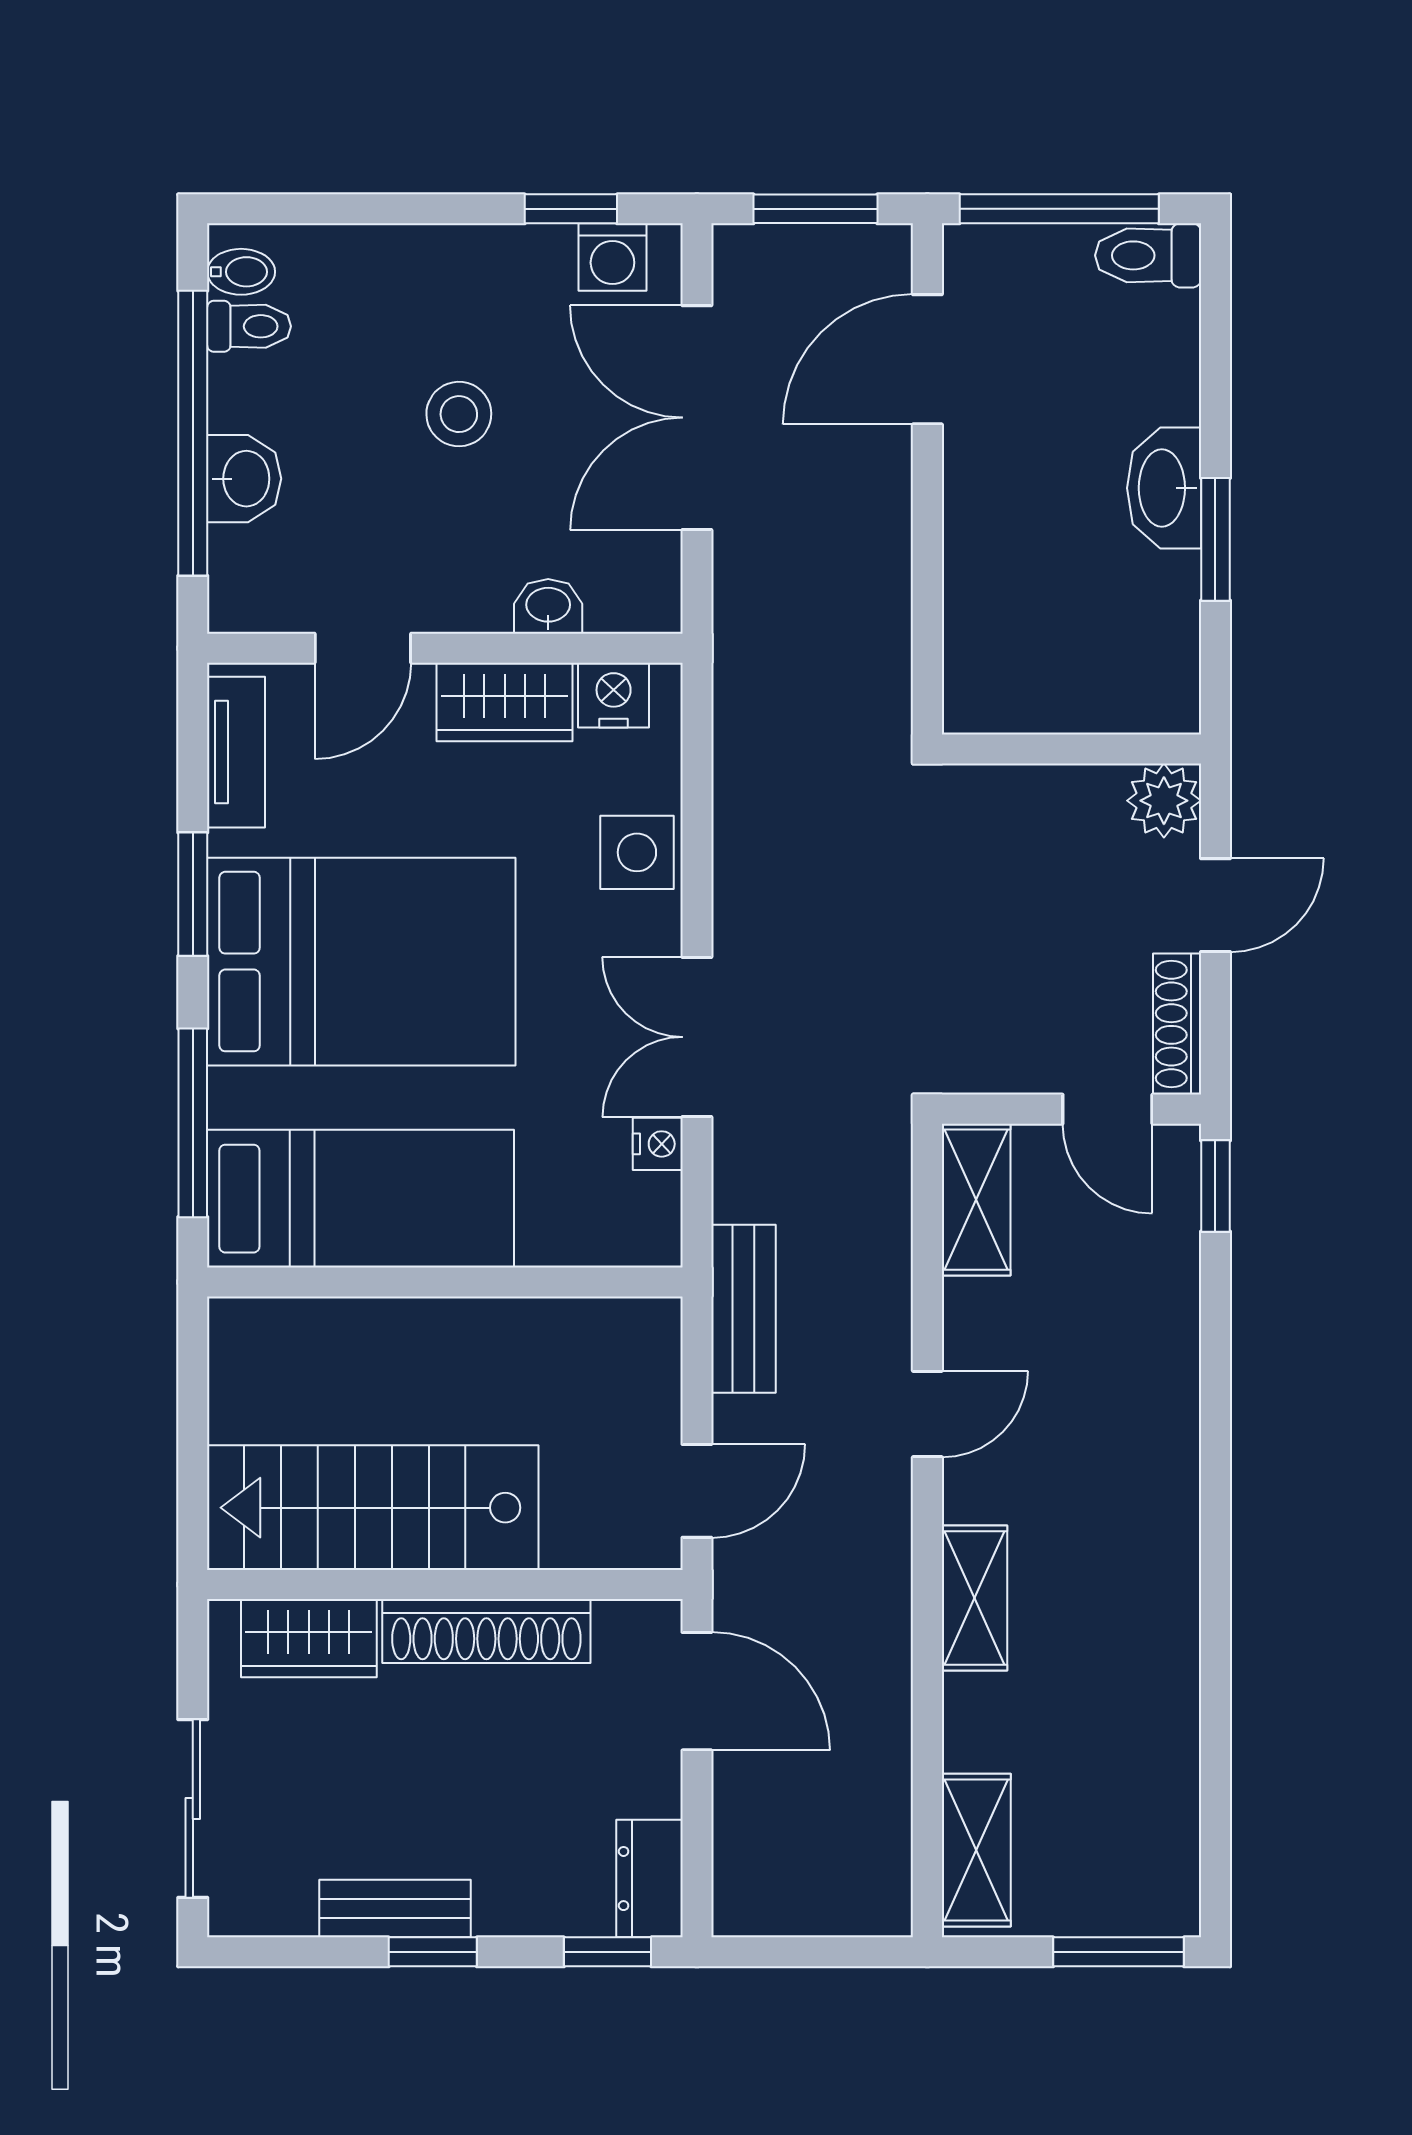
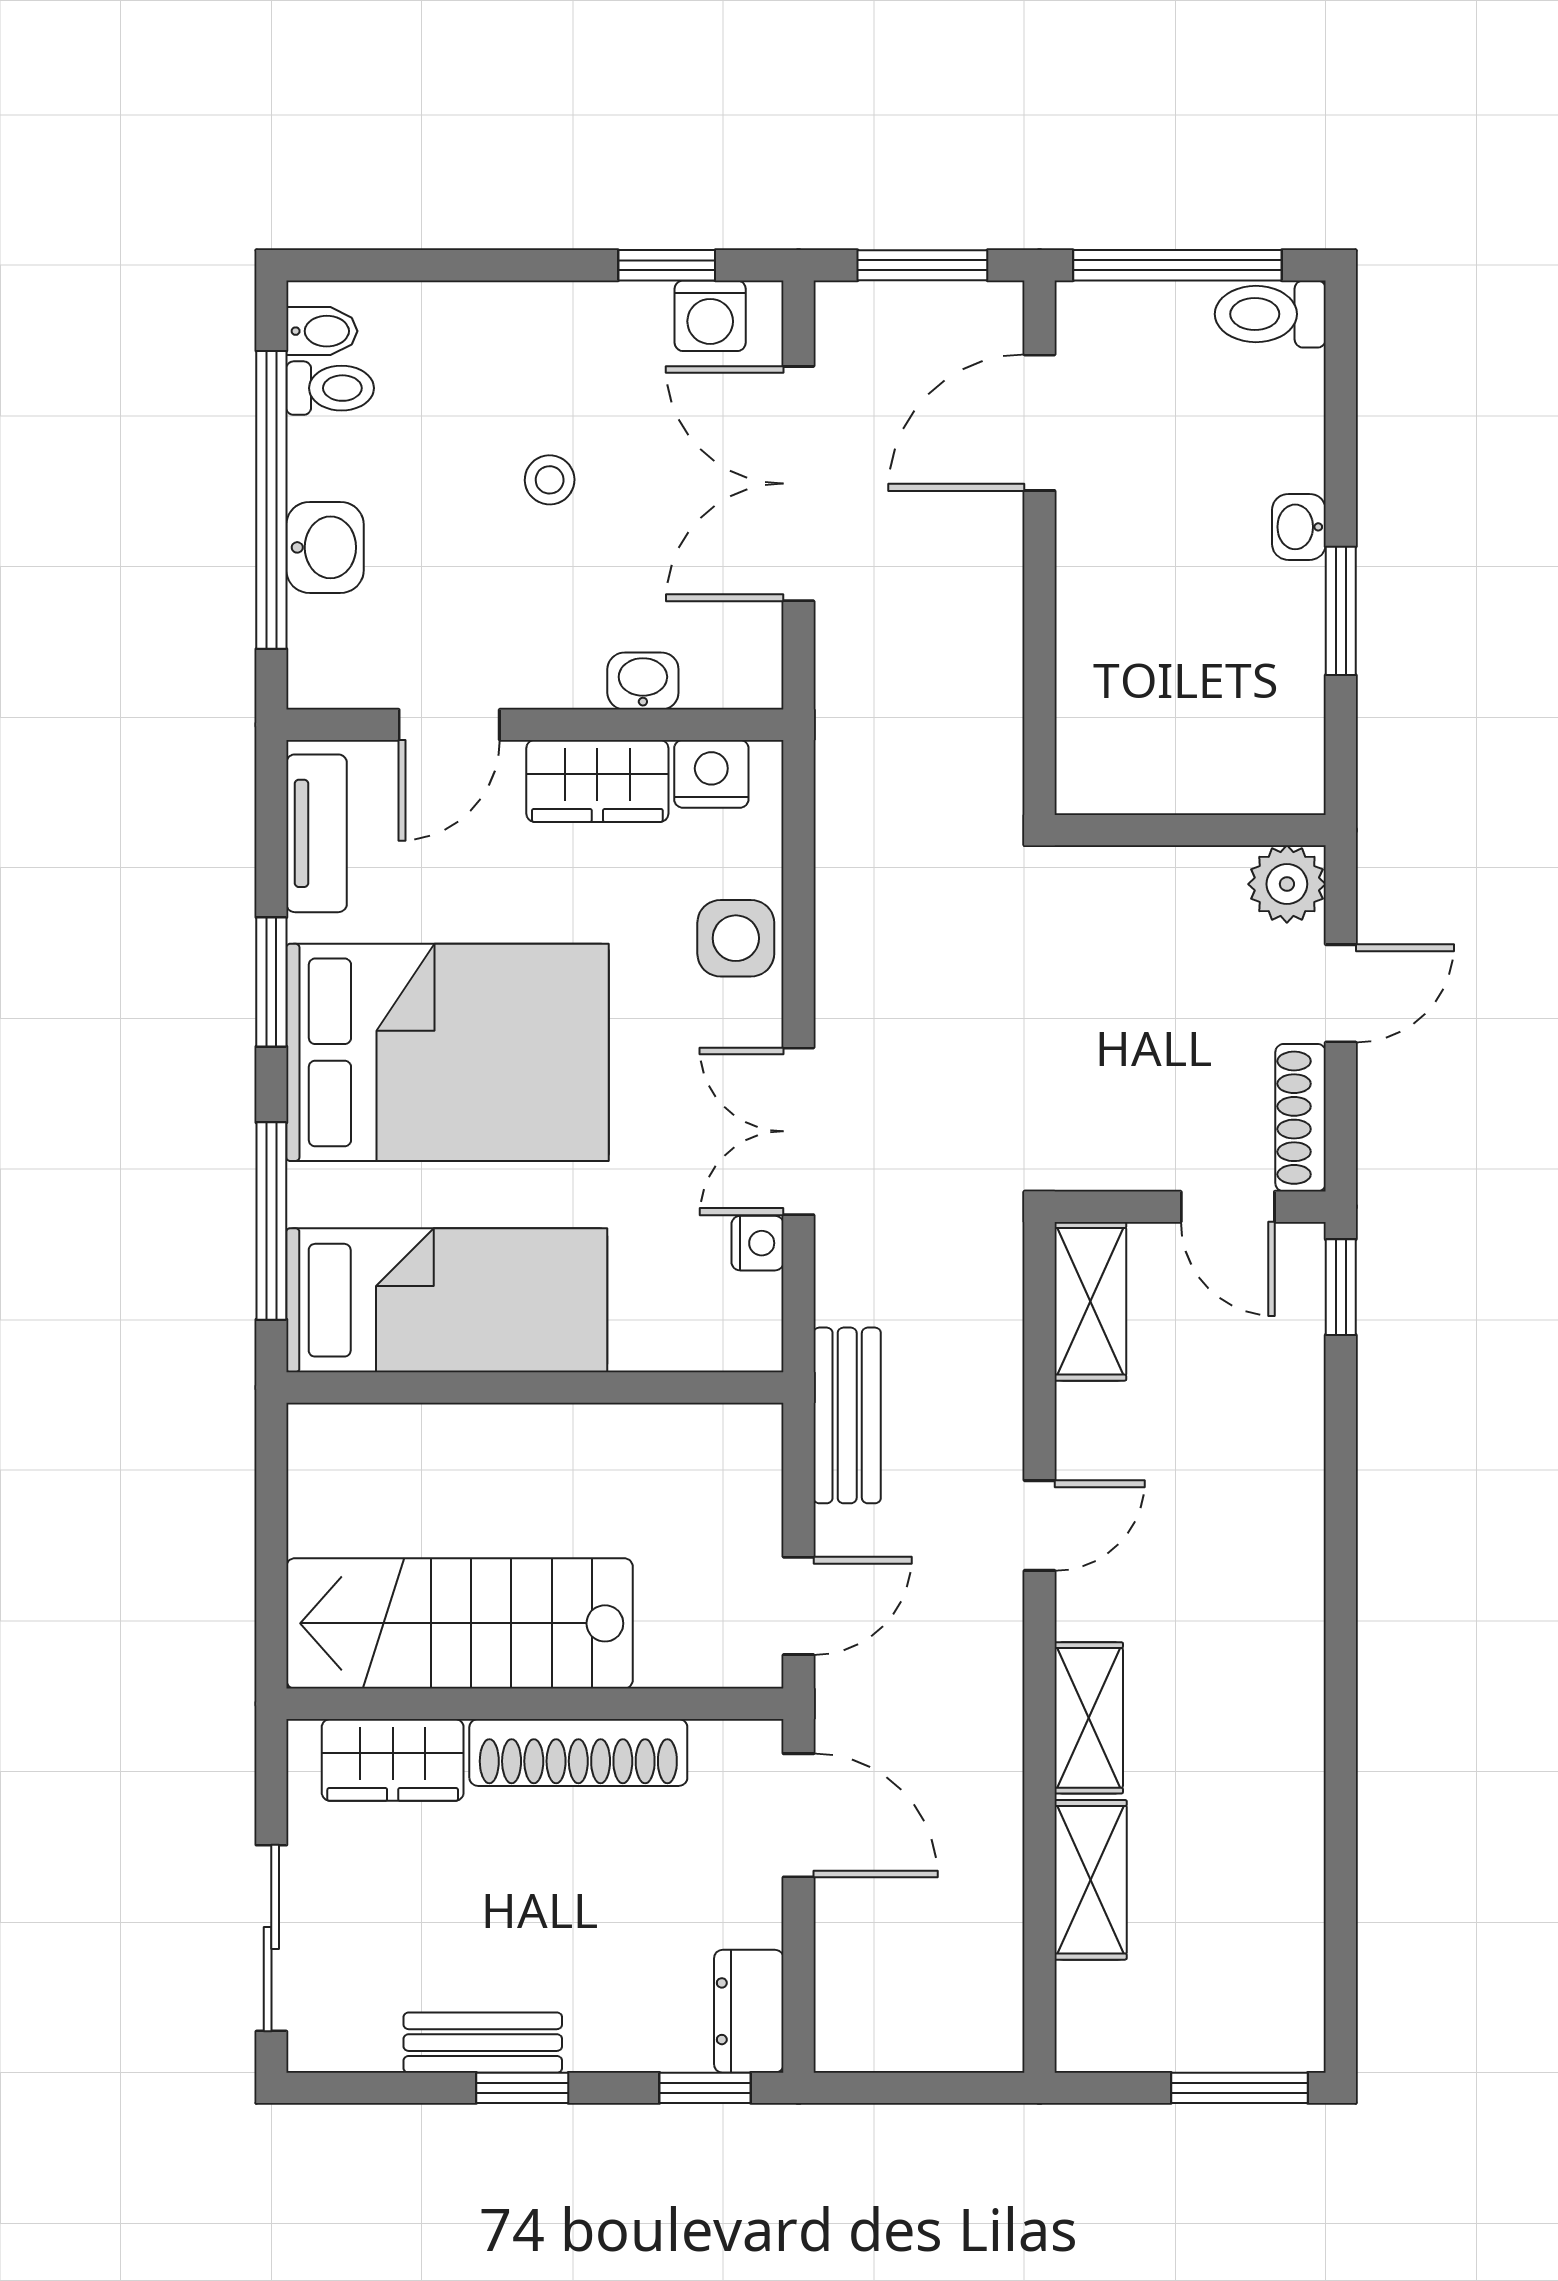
stool: (459, 414) -> (550, 480), width x0.73, depth x0.73
washbasin: (1164, 488) -> (1299, 527), width x0.52, depth x0.69
shelving: (976, 1850) -> (1091, 1880), moved

